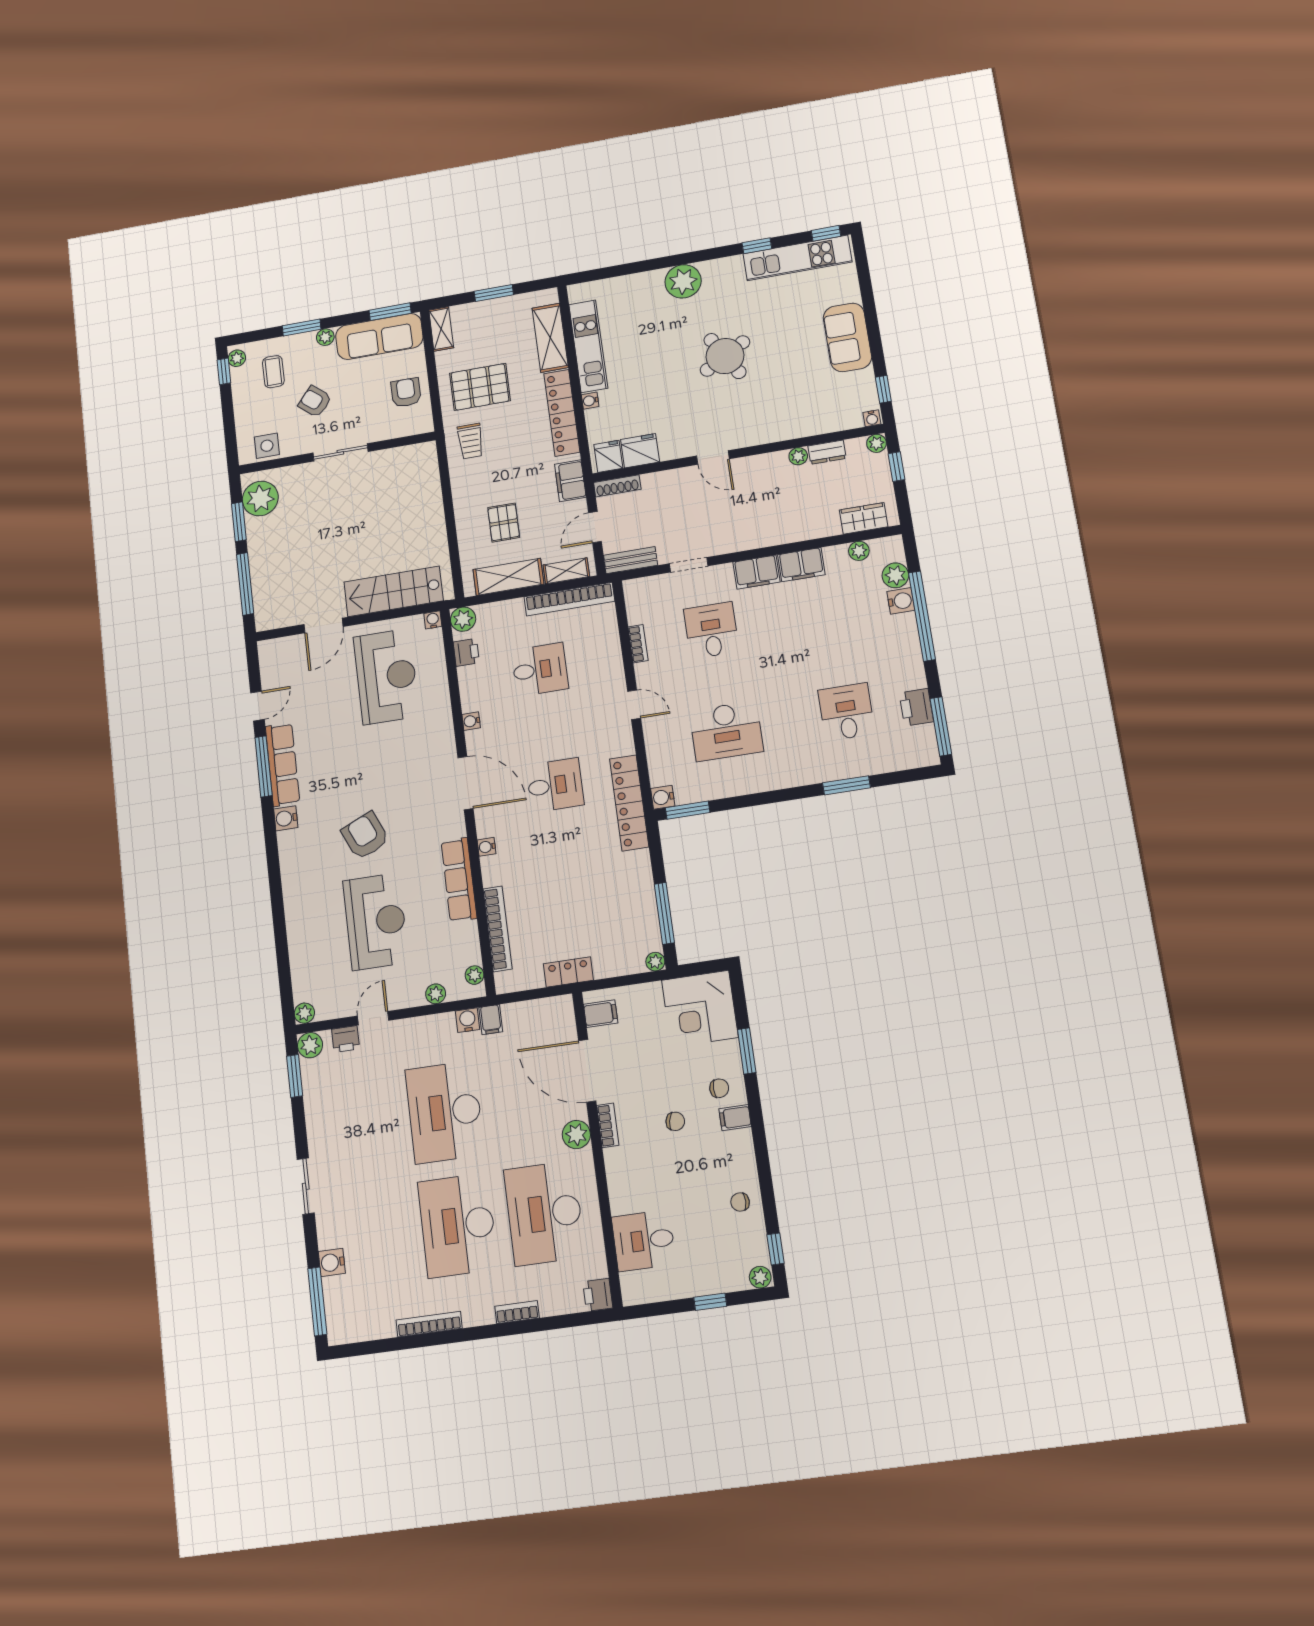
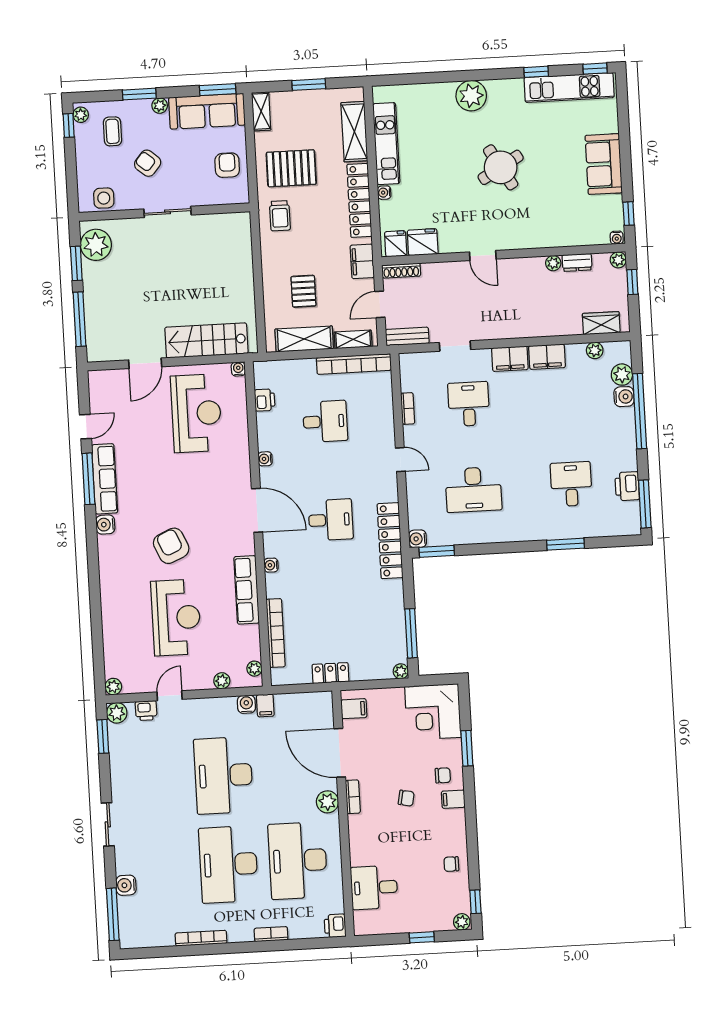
plant: (463, 619) -> (264, 371), removed

